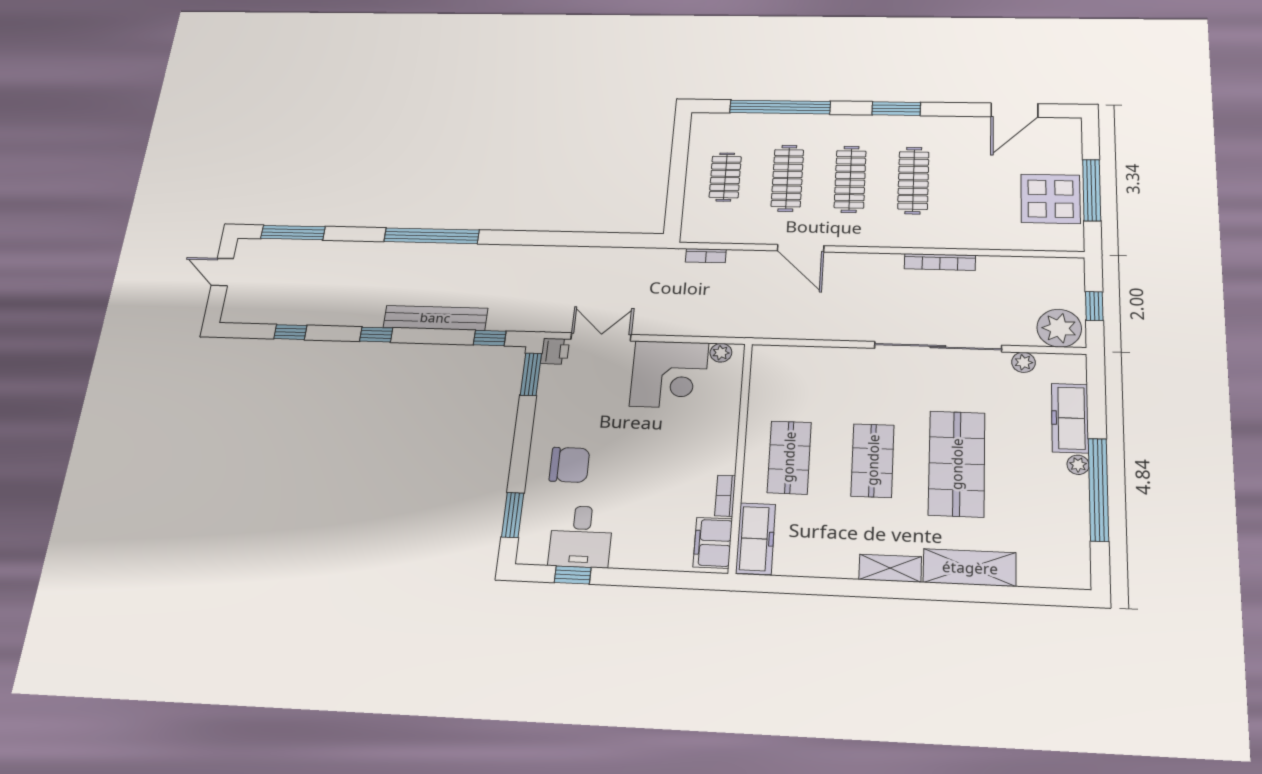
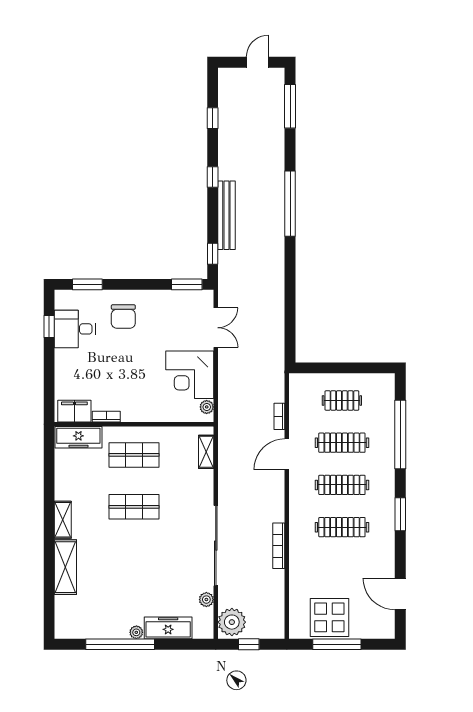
bookcase: (706, 256) -> (279, 416), moved
printer: (555, 351) -> (204, 298), removed
shelving: (790, 356) -> (206, 452), added
shop shelf: (957, 464) -> (134, 559), removed

